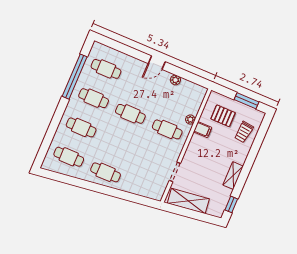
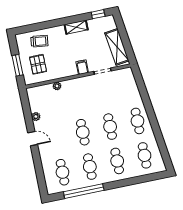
window: (246, 101) -> (18, 65), moved
cafe table: (167, 129) -> (110, 127), moved
filing cabinet: (203, 130) -> (82, 67), moved

